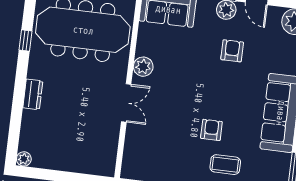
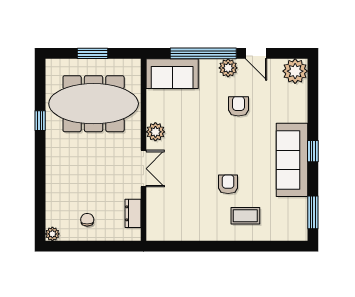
dresser: (33, 94) -> (133, 213), moved, turned 180
chair: (62, 149) -> (87, 220), added

